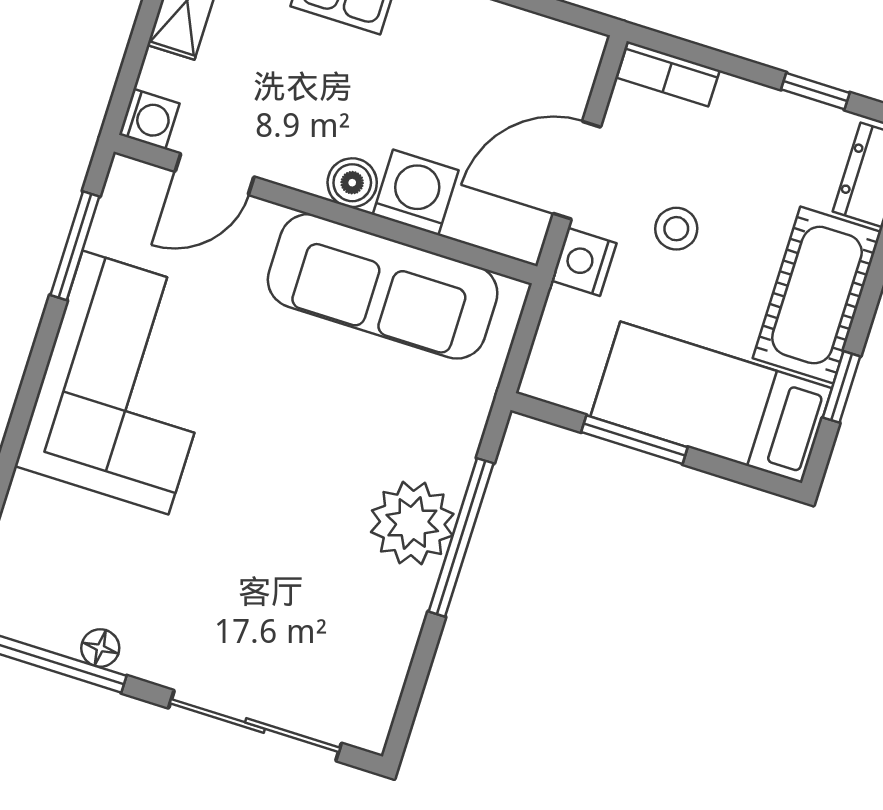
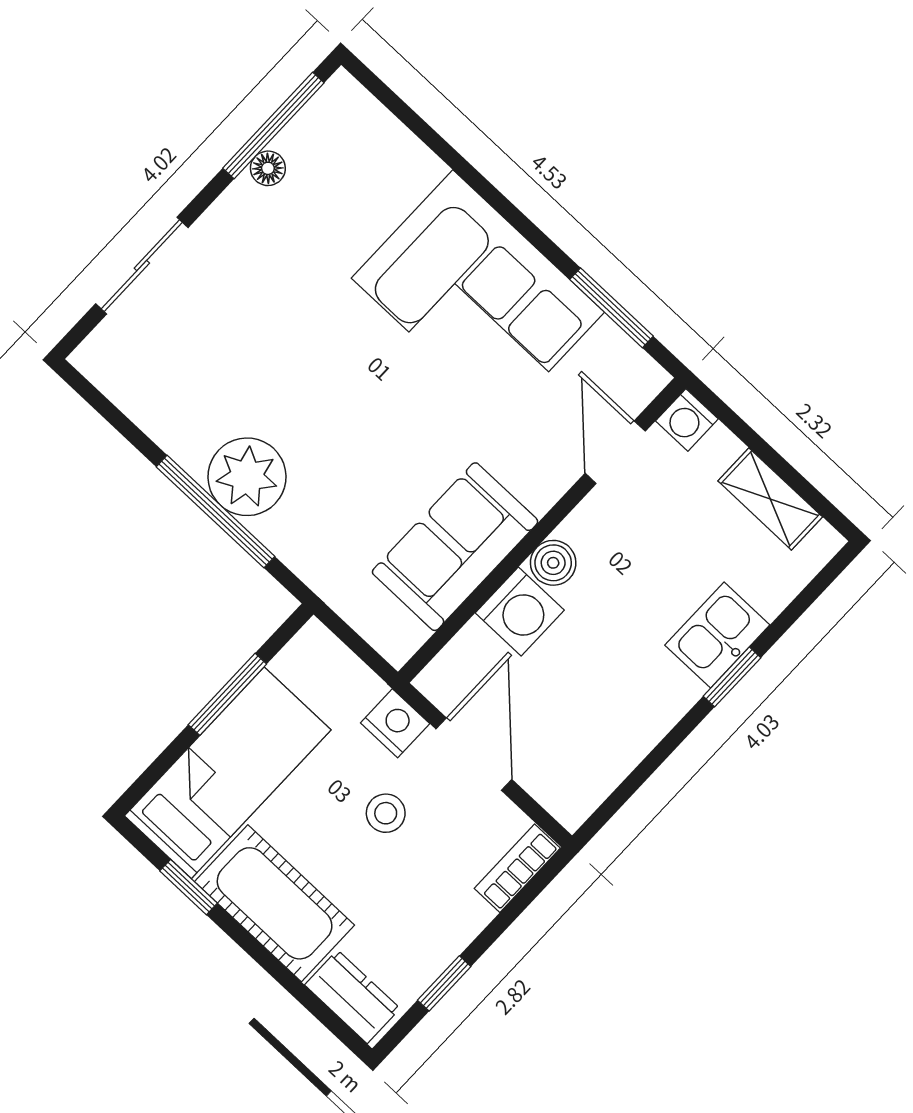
sofa: (383, 286) -> (455, 547), width x0.73
sliding door: (255, 726) -> (142, 266), width x0.73

